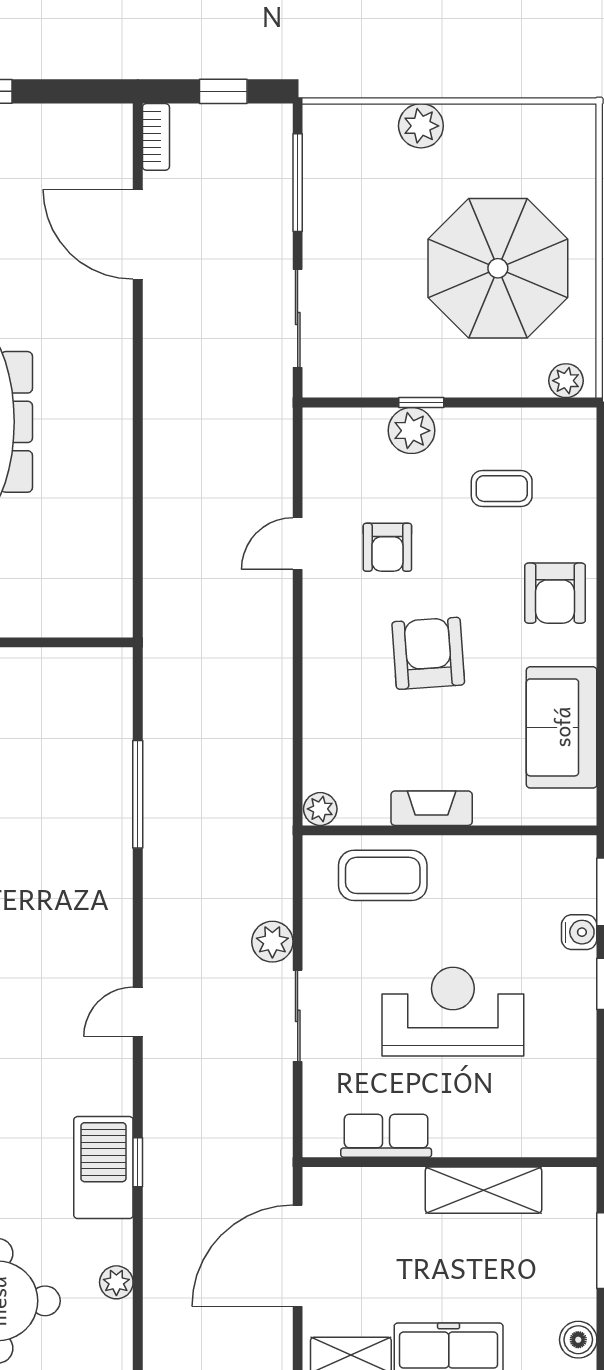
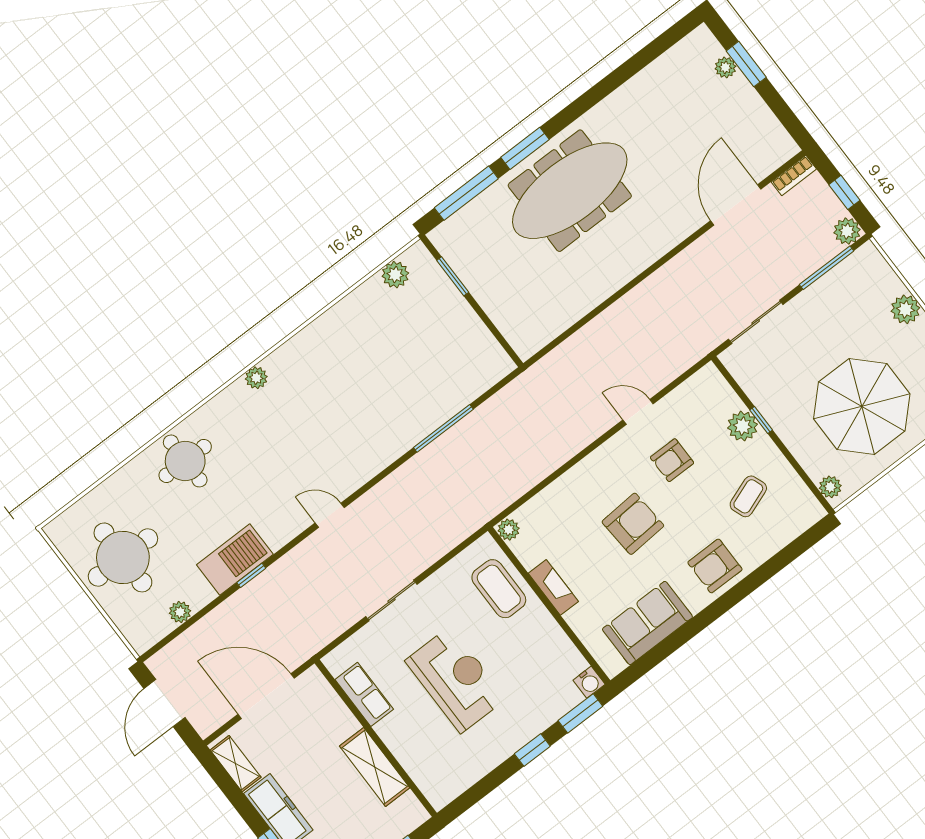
coffee table: (502, 489) -> (748, 496), turned 70
water cooler: (579, 932) -> (589, 682), moved
plant: (272, 942) -> (847, 231), moved

